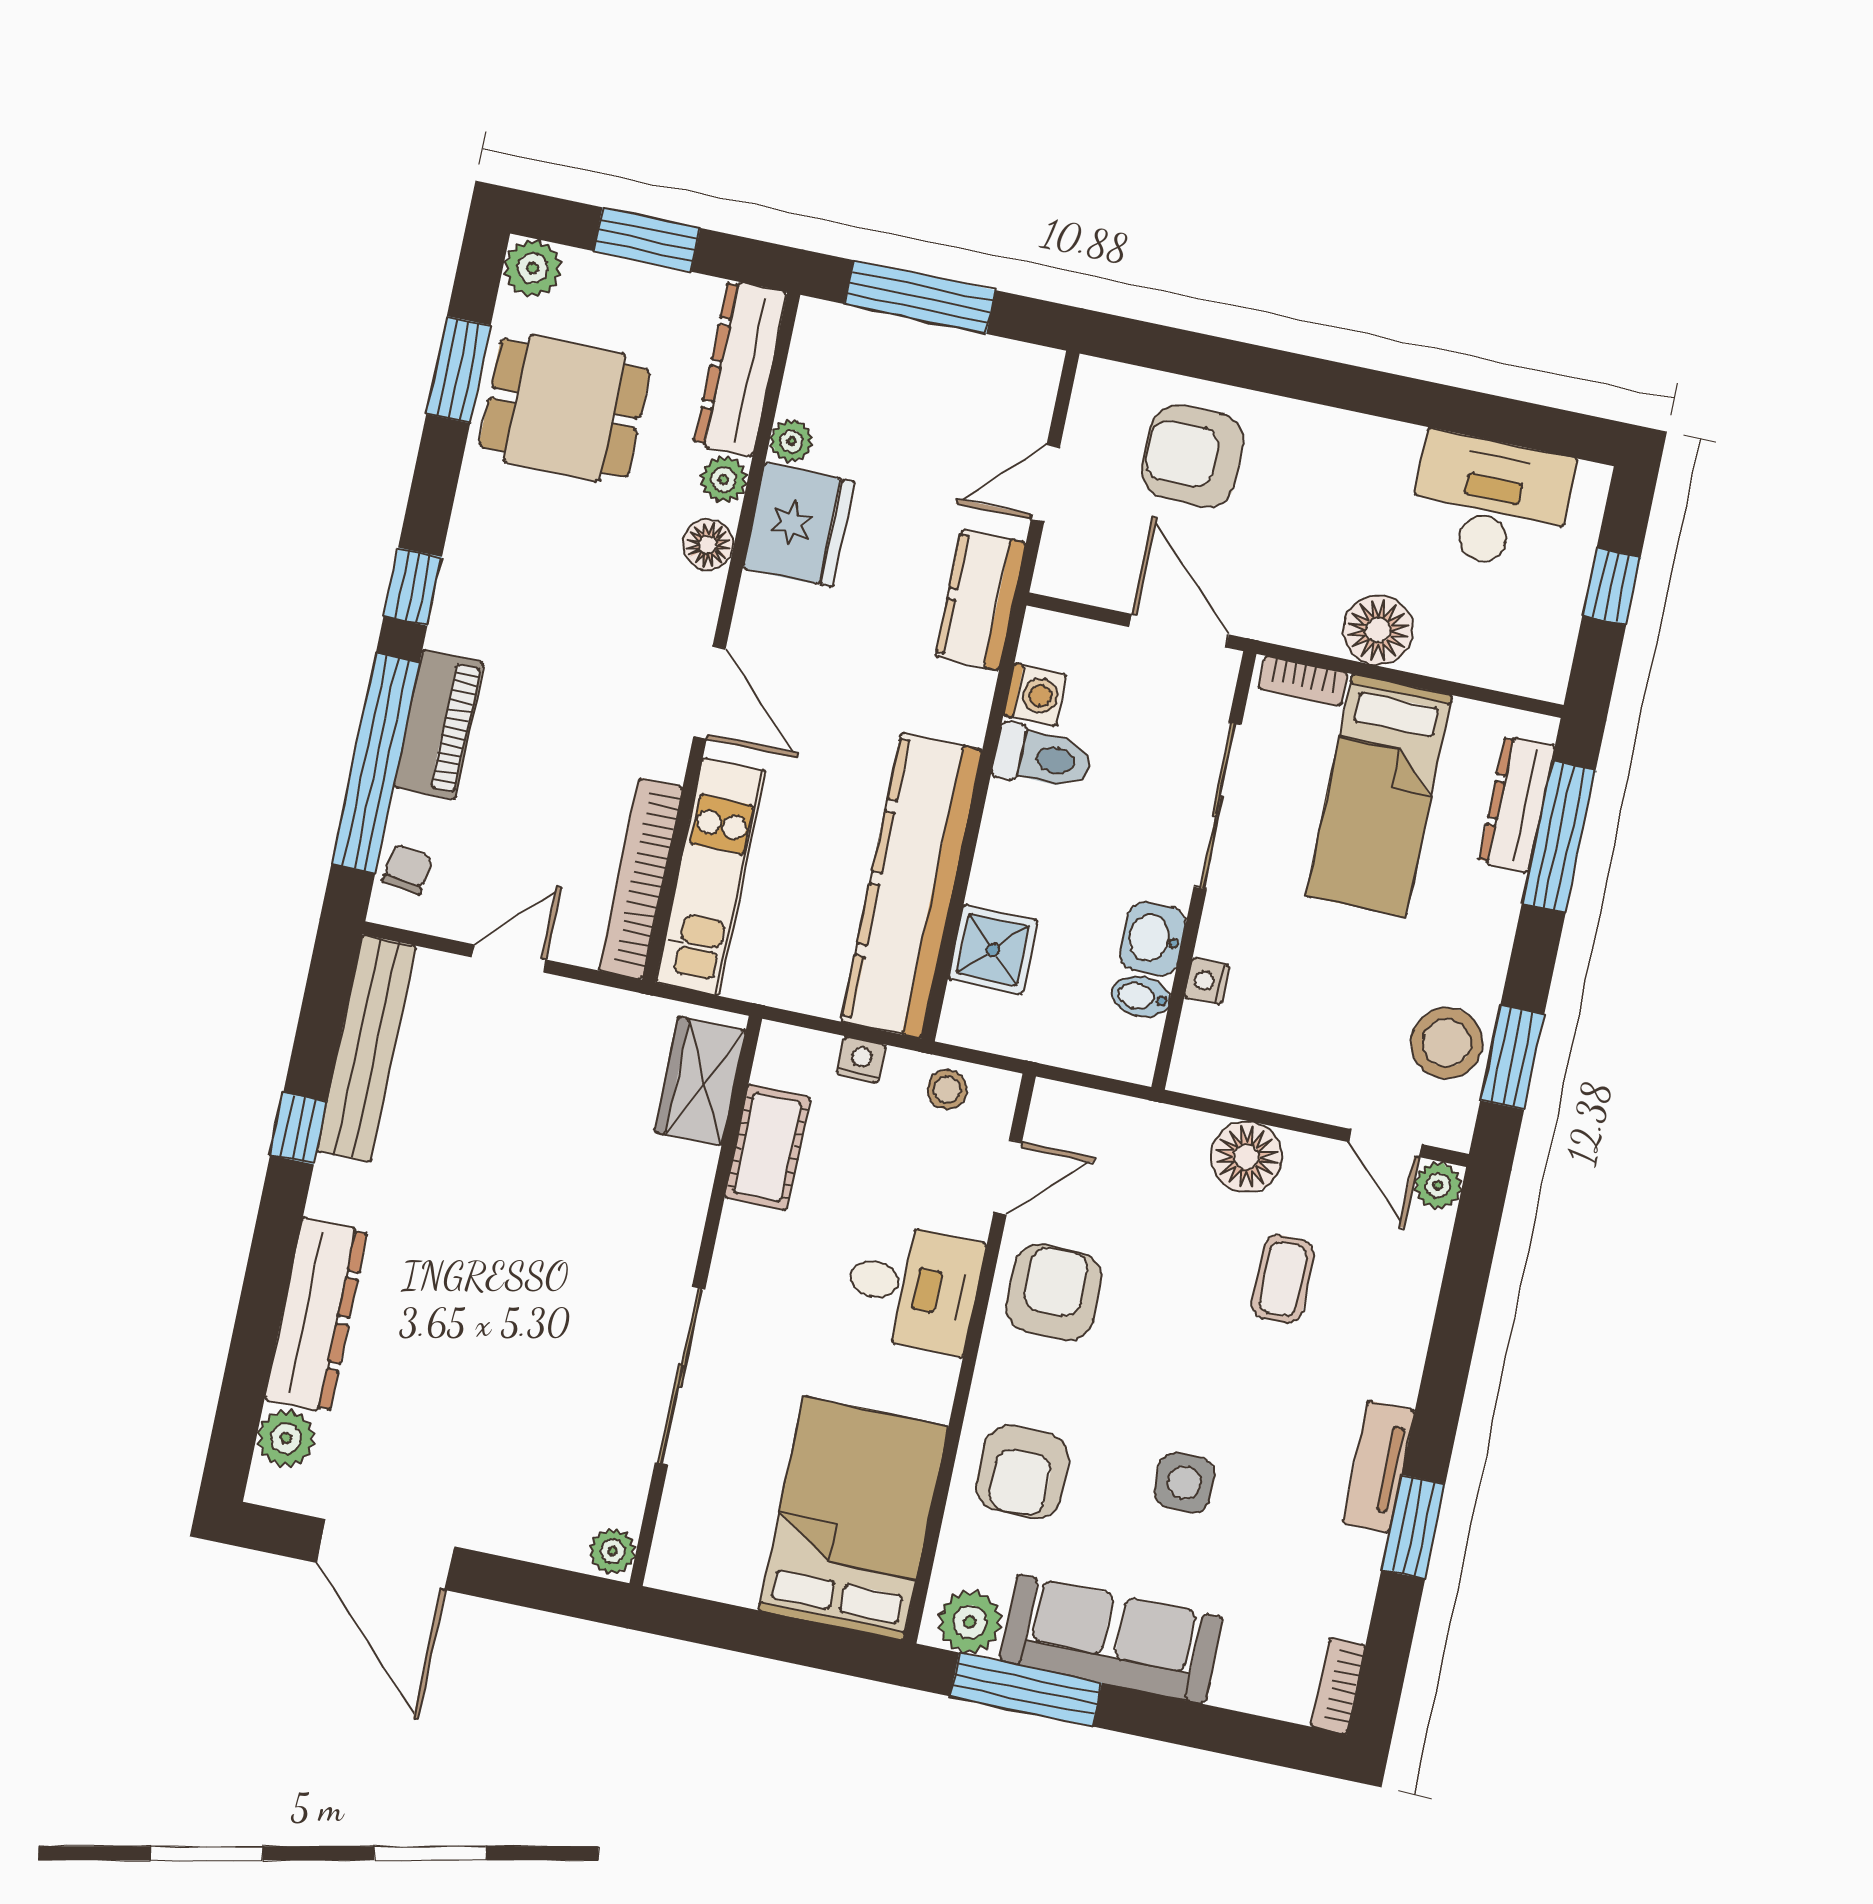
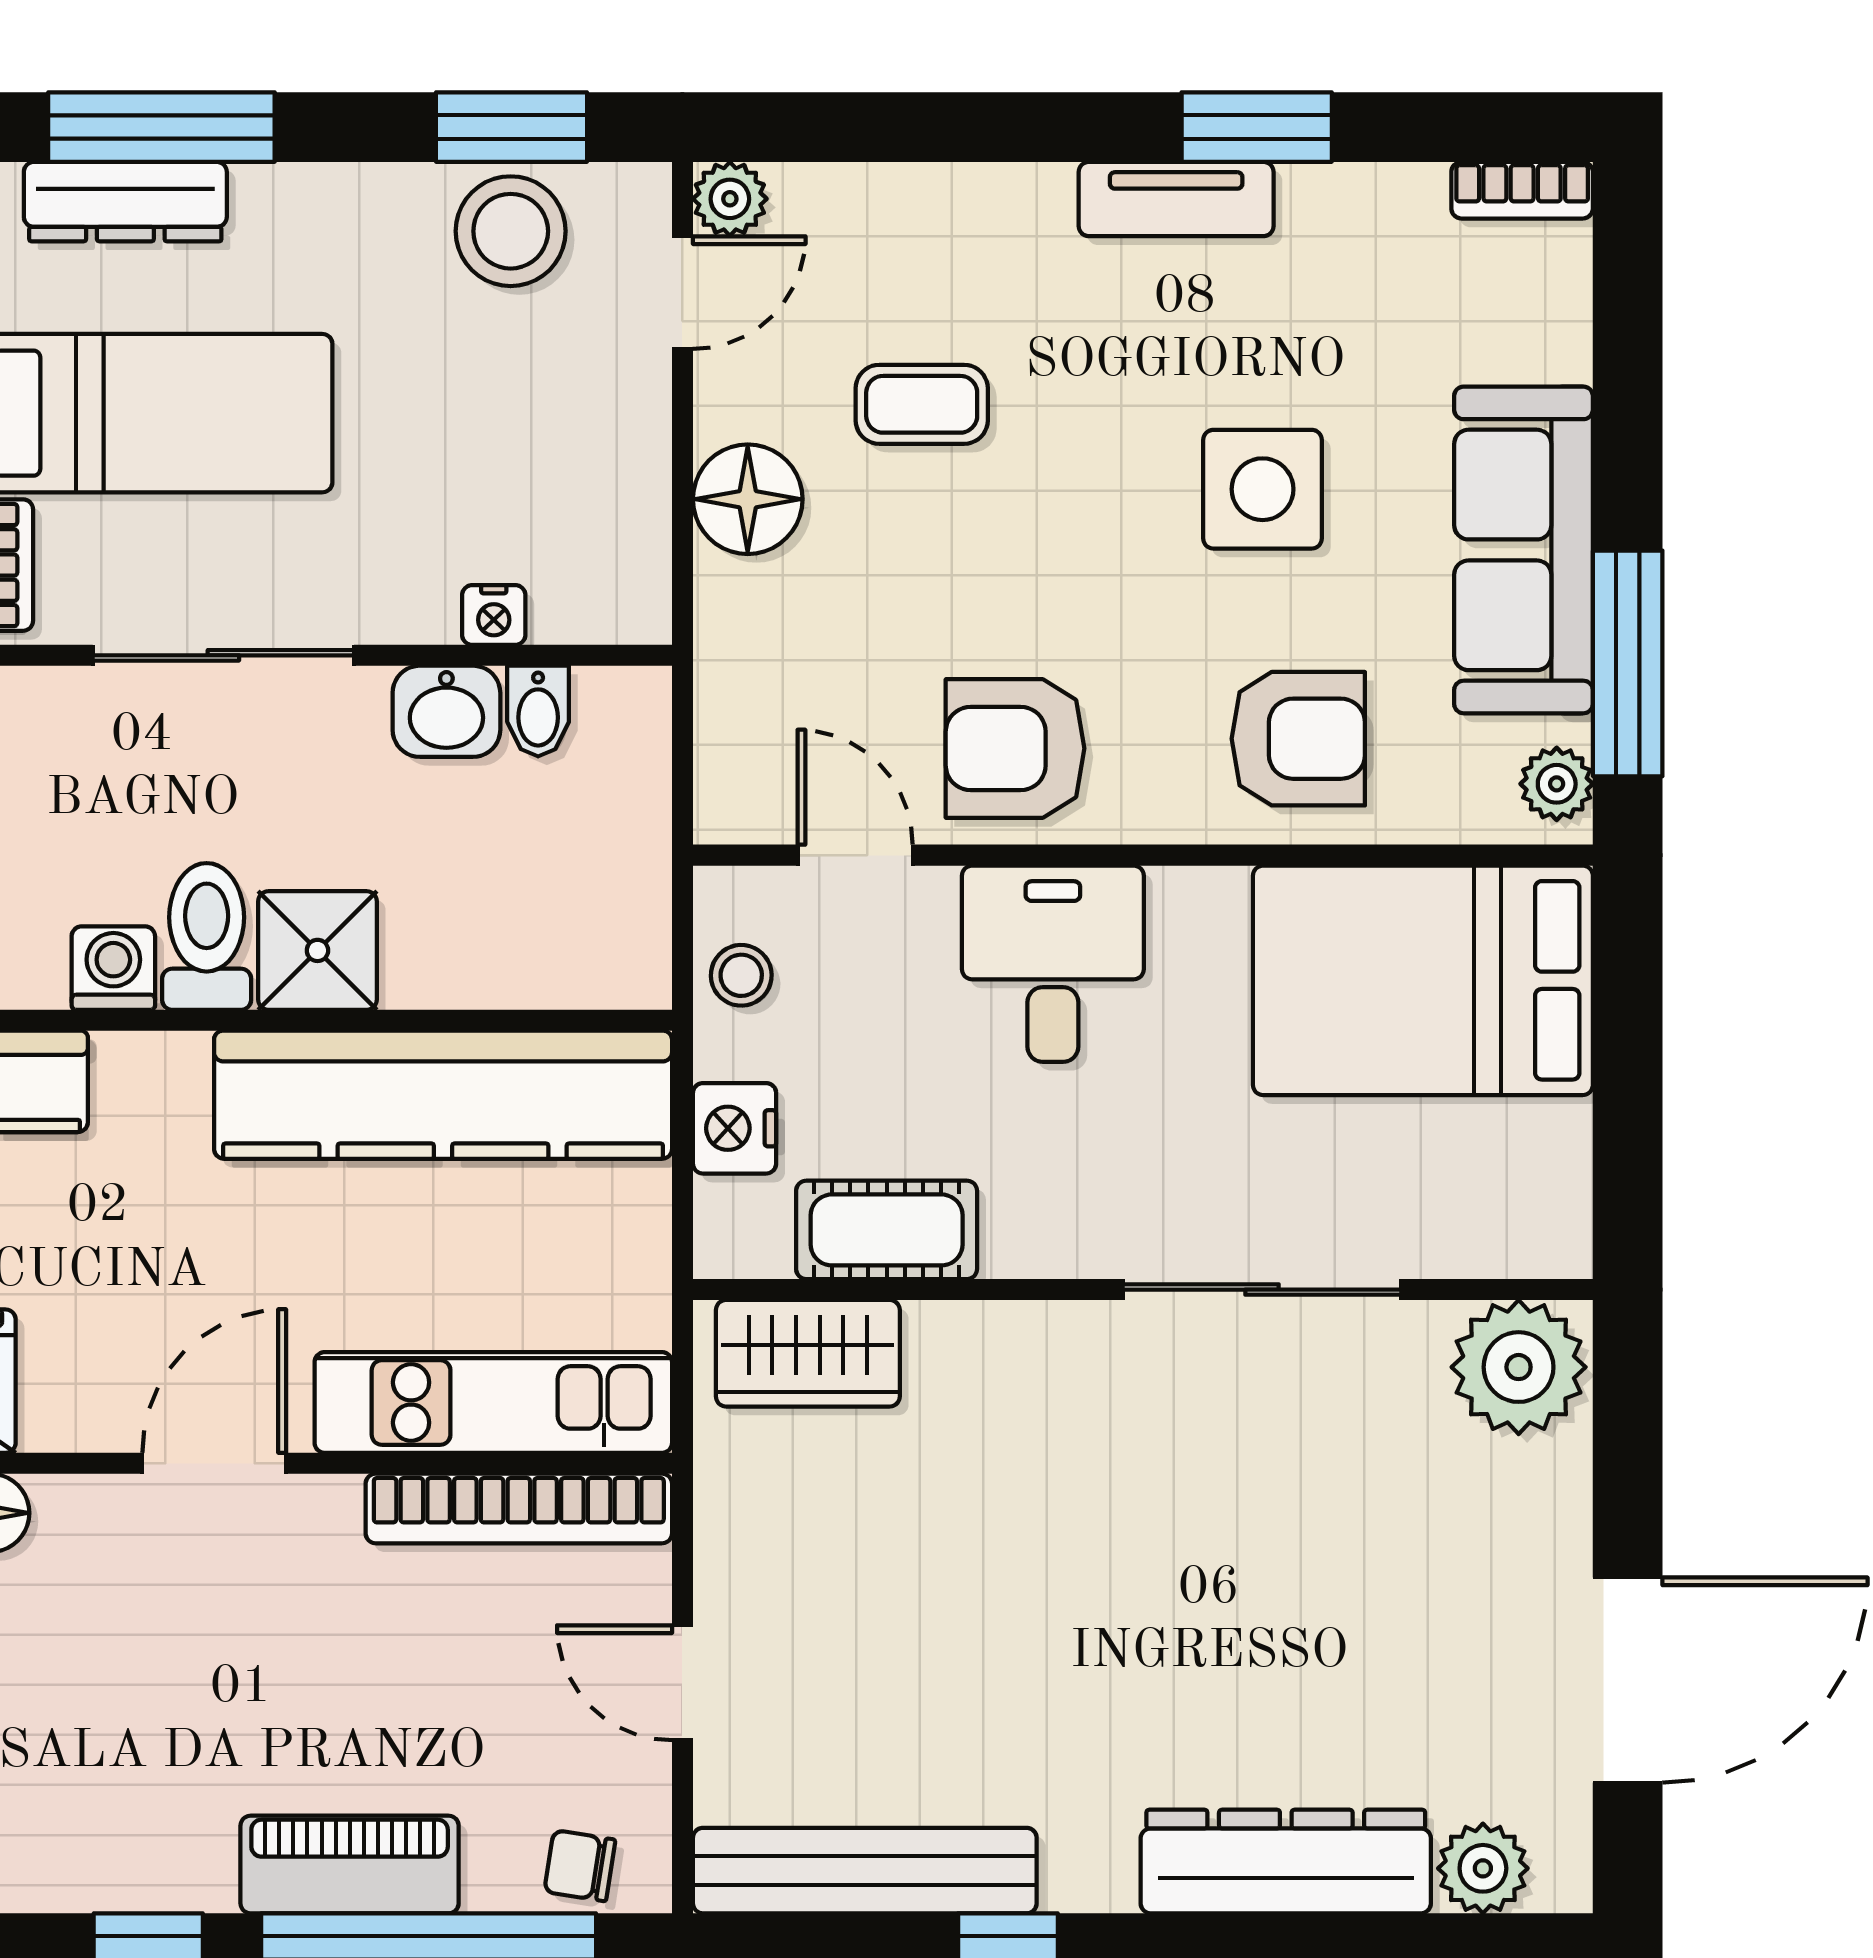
shower: (993, 950) -> (317, 950), moved
nightstand: (861, 1060) -> (735, 1128), width x1.39, depth x1.35
side table: (1184, 1483) -> (1263, 489), width x1.37, depth x1.37
plant: (613, 1551) -> (1519, 1367), width x1.87, depth x1.87
plant: (970, 1622) -> (1557, 784), width x0.73, depth x0.73

